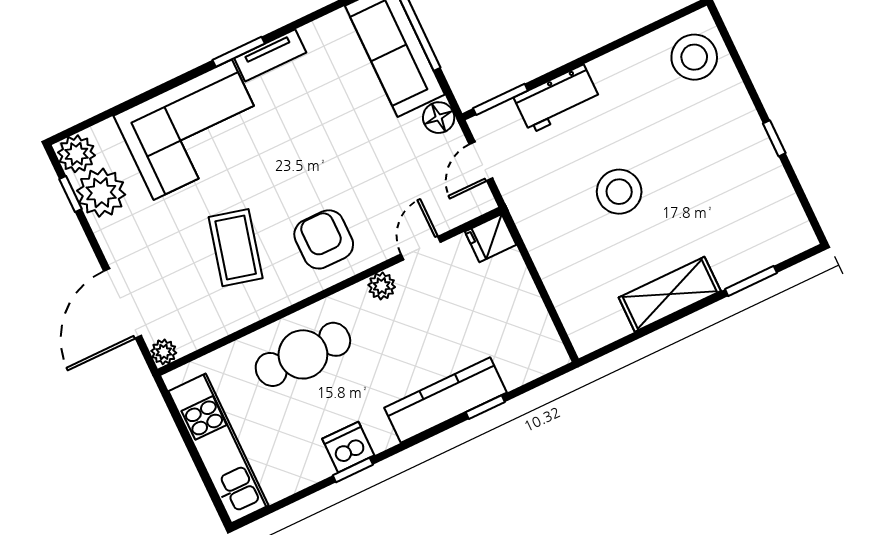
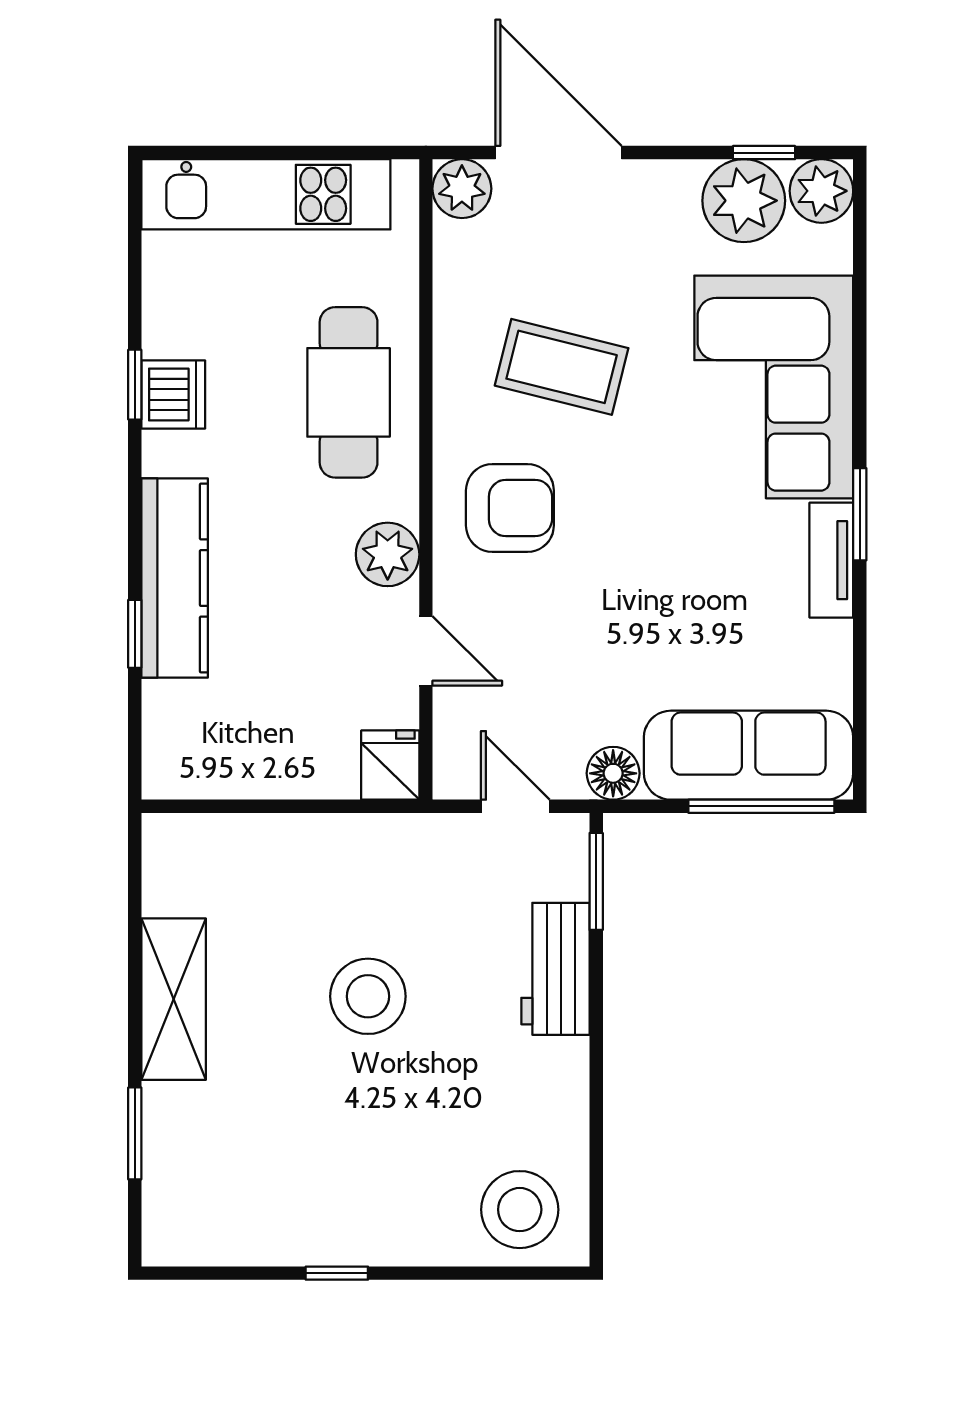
plant: (382, 286) -> (388, 554), width x1.38, depth x1.38
plant: (164, 352) -> (462, 189), width x1.38, depth x1.38

